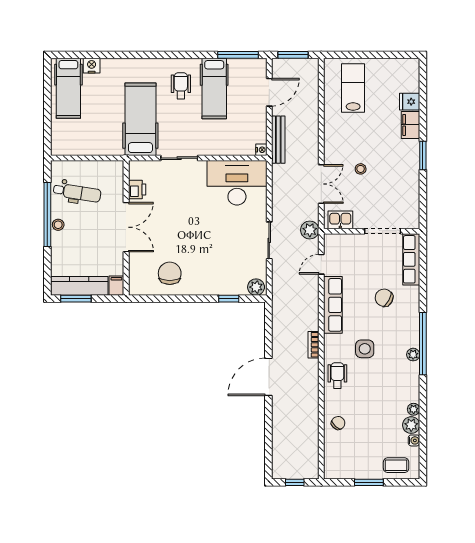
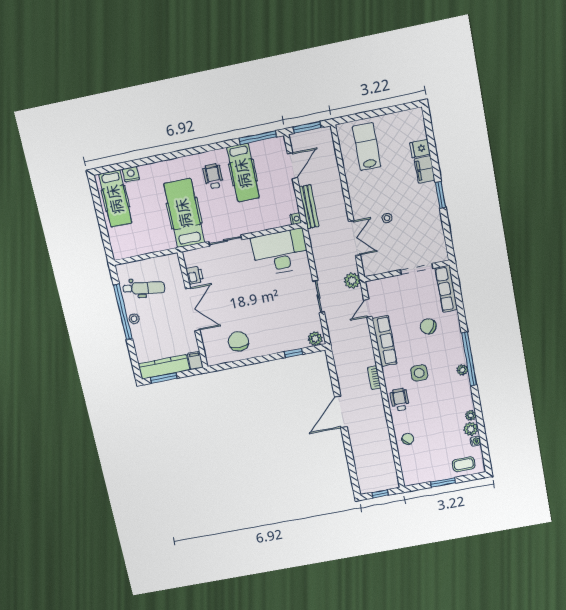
kitchen sink: (340, 220) -> (377, 267), removed

